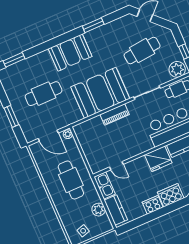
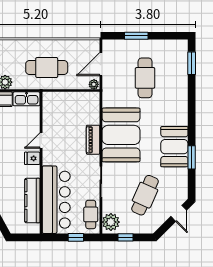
cafe table: (142, 51) -> (145, 195), turned 30
booth: (70, 53) -> (174, 147), moved
fridge: (158, 159) -> (32, 158), width x0.53, depth x0.75
door: (116, 166) -> (41, 140), moved

